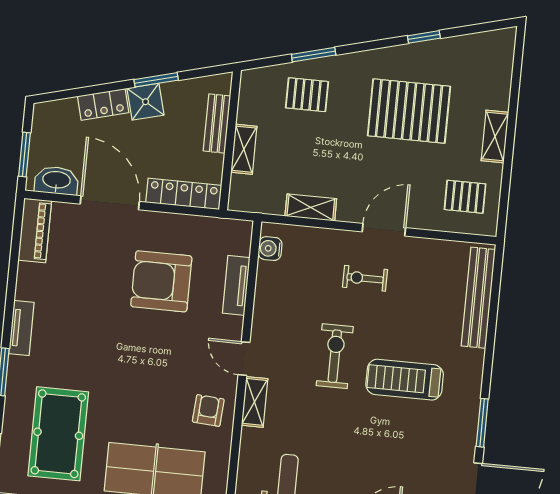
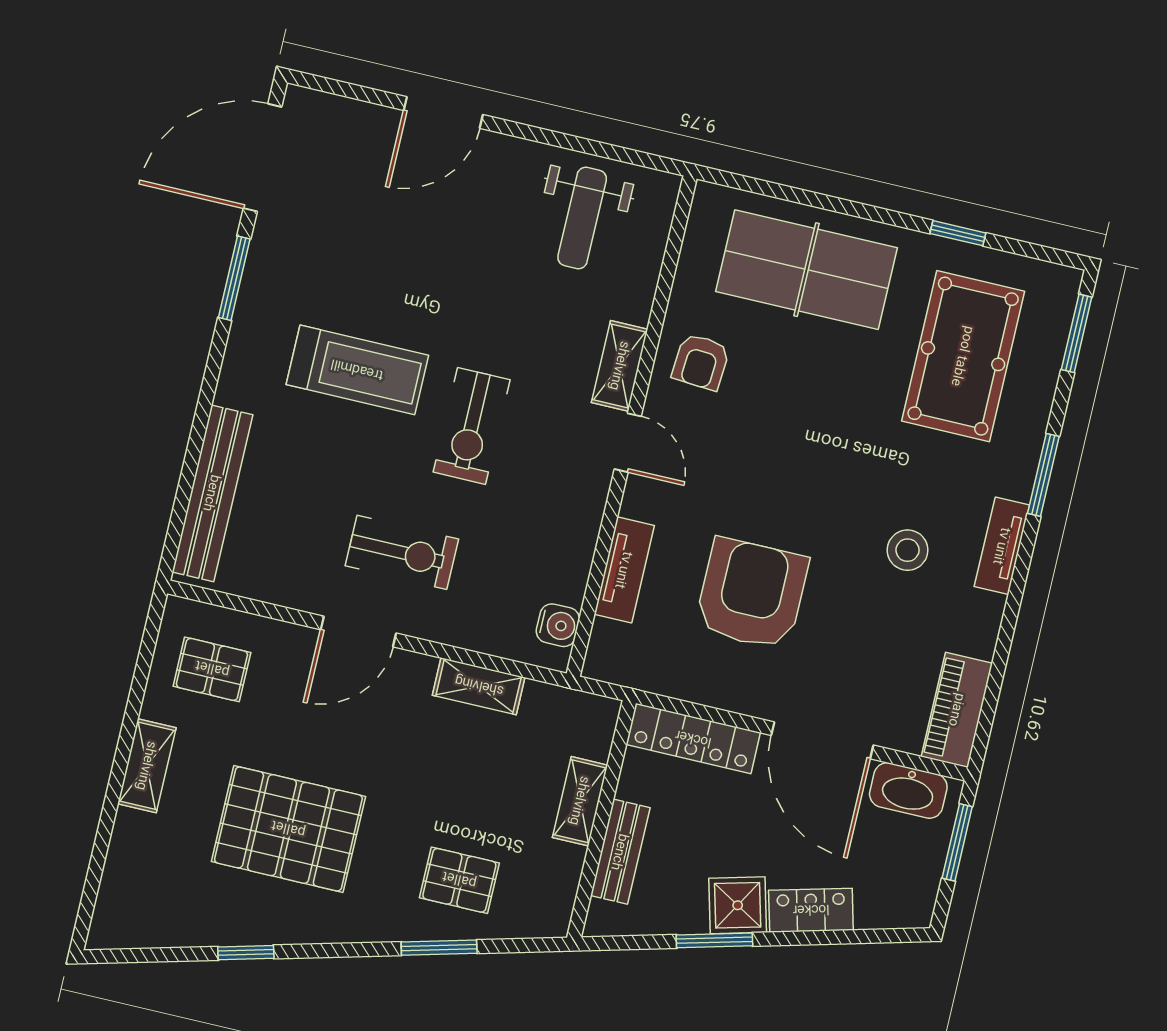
exercise bike: (365, 278) -> (402, 552), width x1.38, depth x1.39
armchair: (161, 281) -> (752, 594), turned -90
stool: (75, 318) -> (908, 550), added

